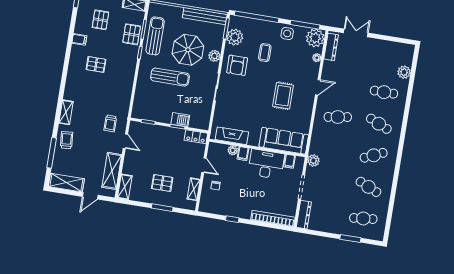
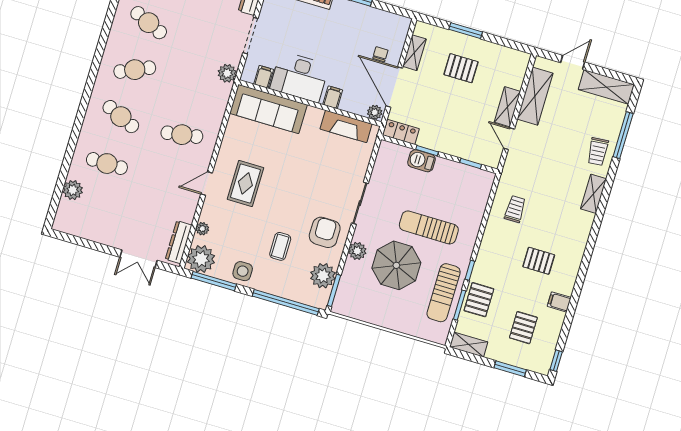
bench: (205, 16) -> (364, 313), removed
rug: (283, 96) -> (245, 183), moved
trolley: (110, 123) -> (515, 209), moved
plant: (233, 150) -> (375, 112), moved
door: (204, 165) -> (394, 87), width x1.88
shelving: (125, 187) -> (507, 107), moved

